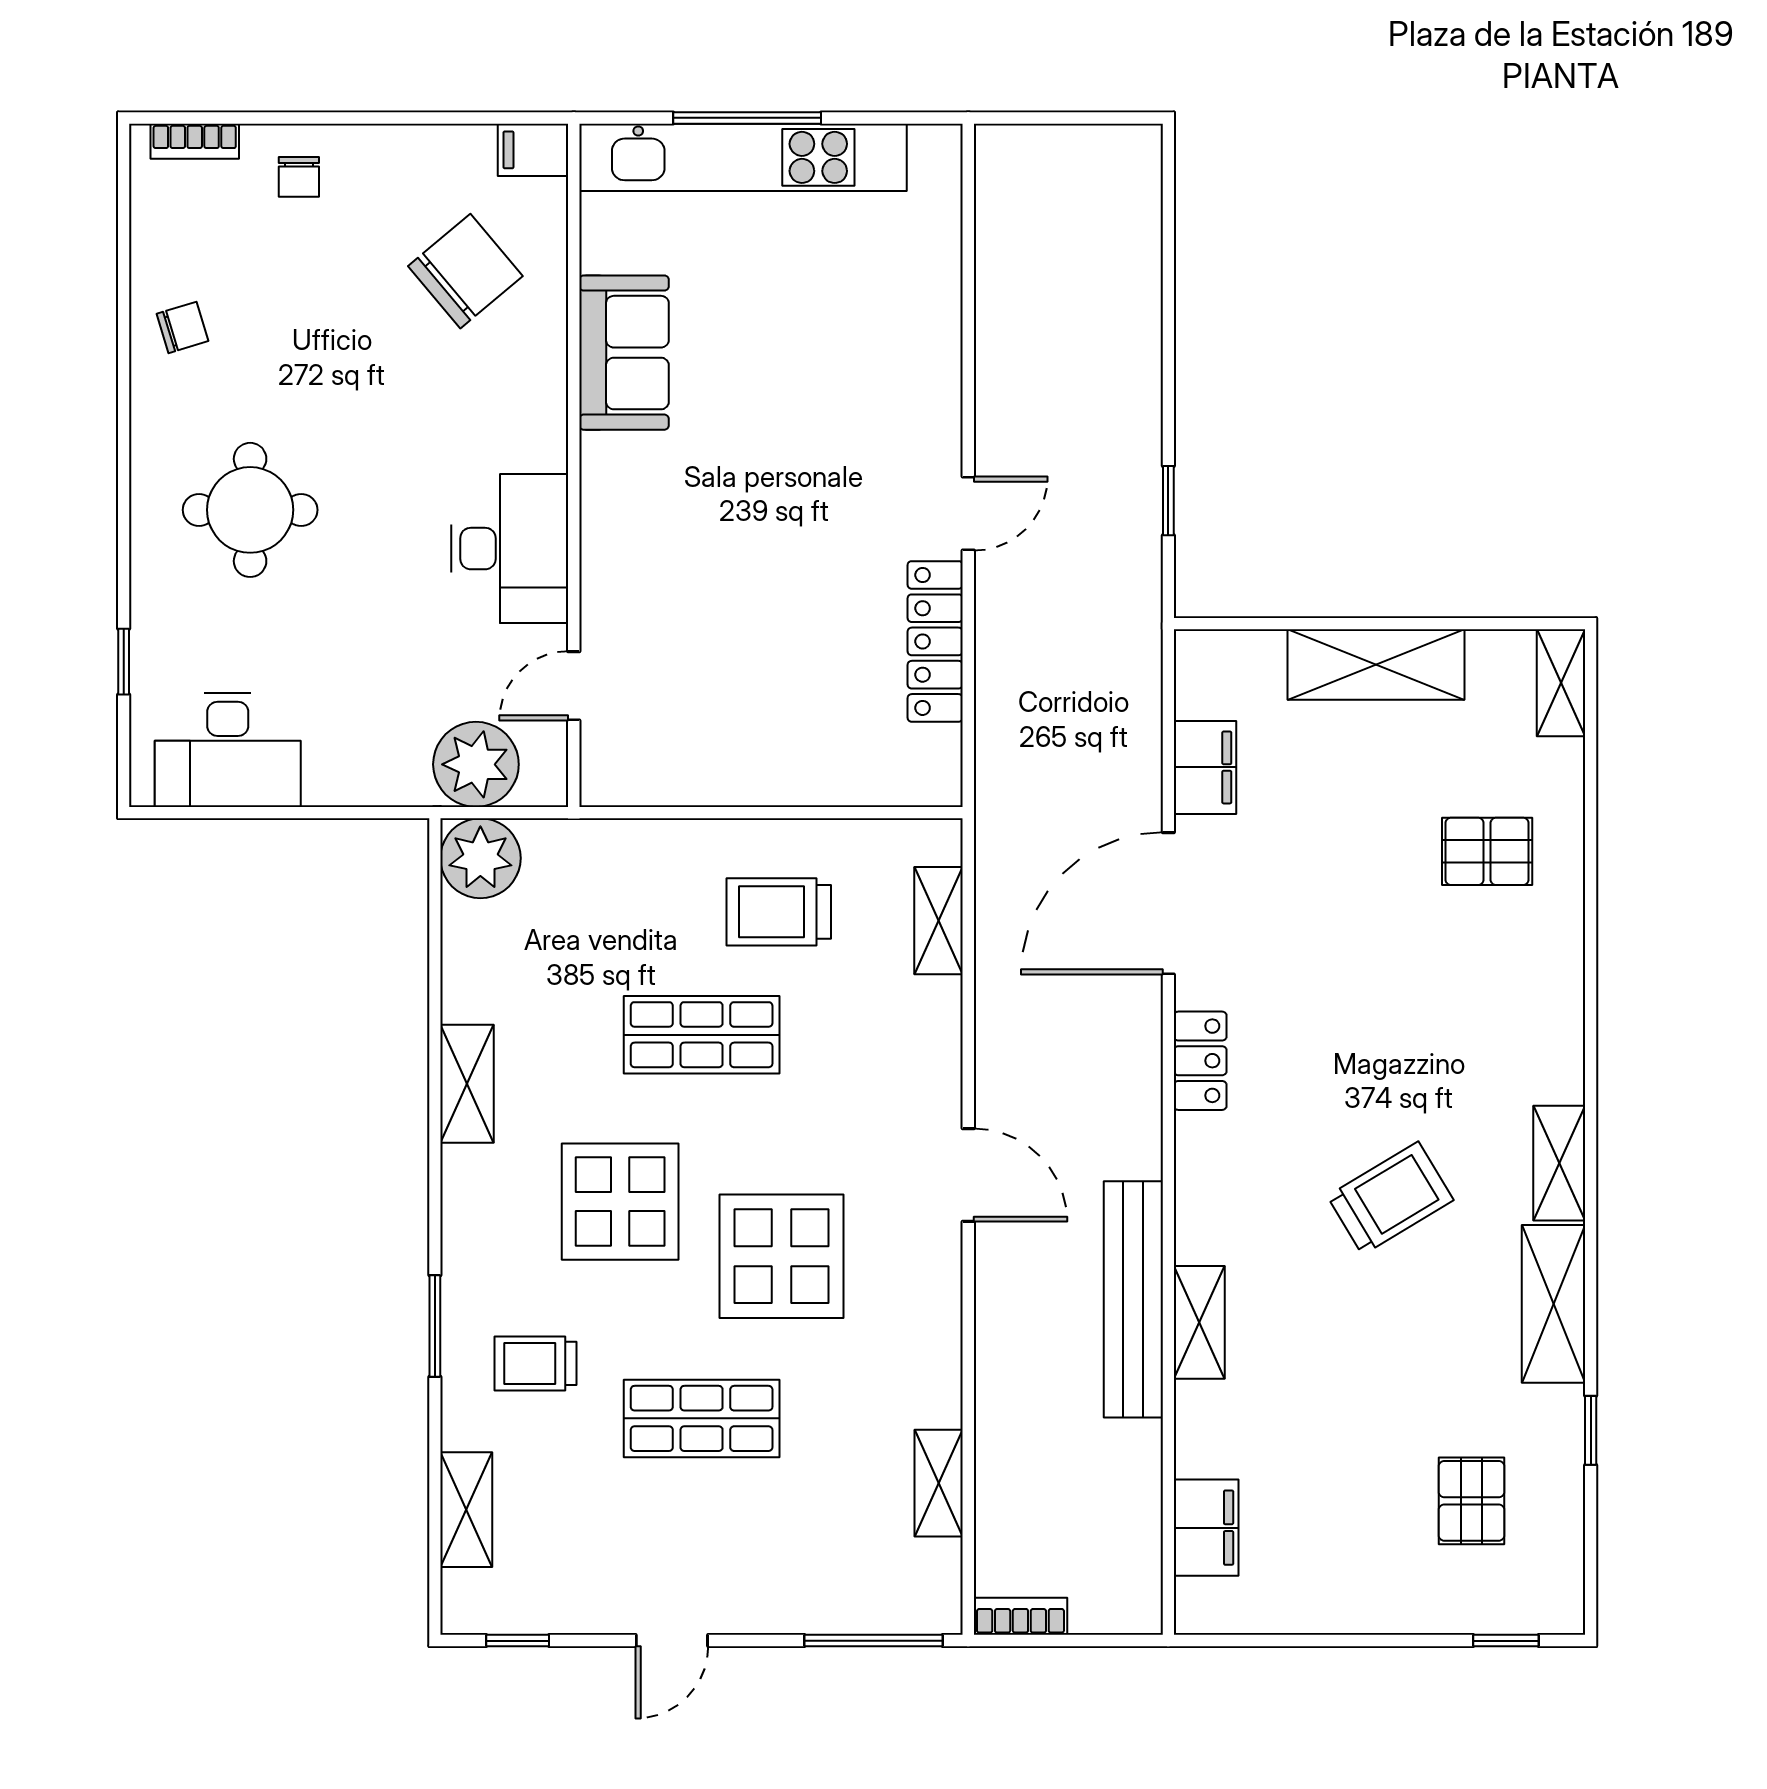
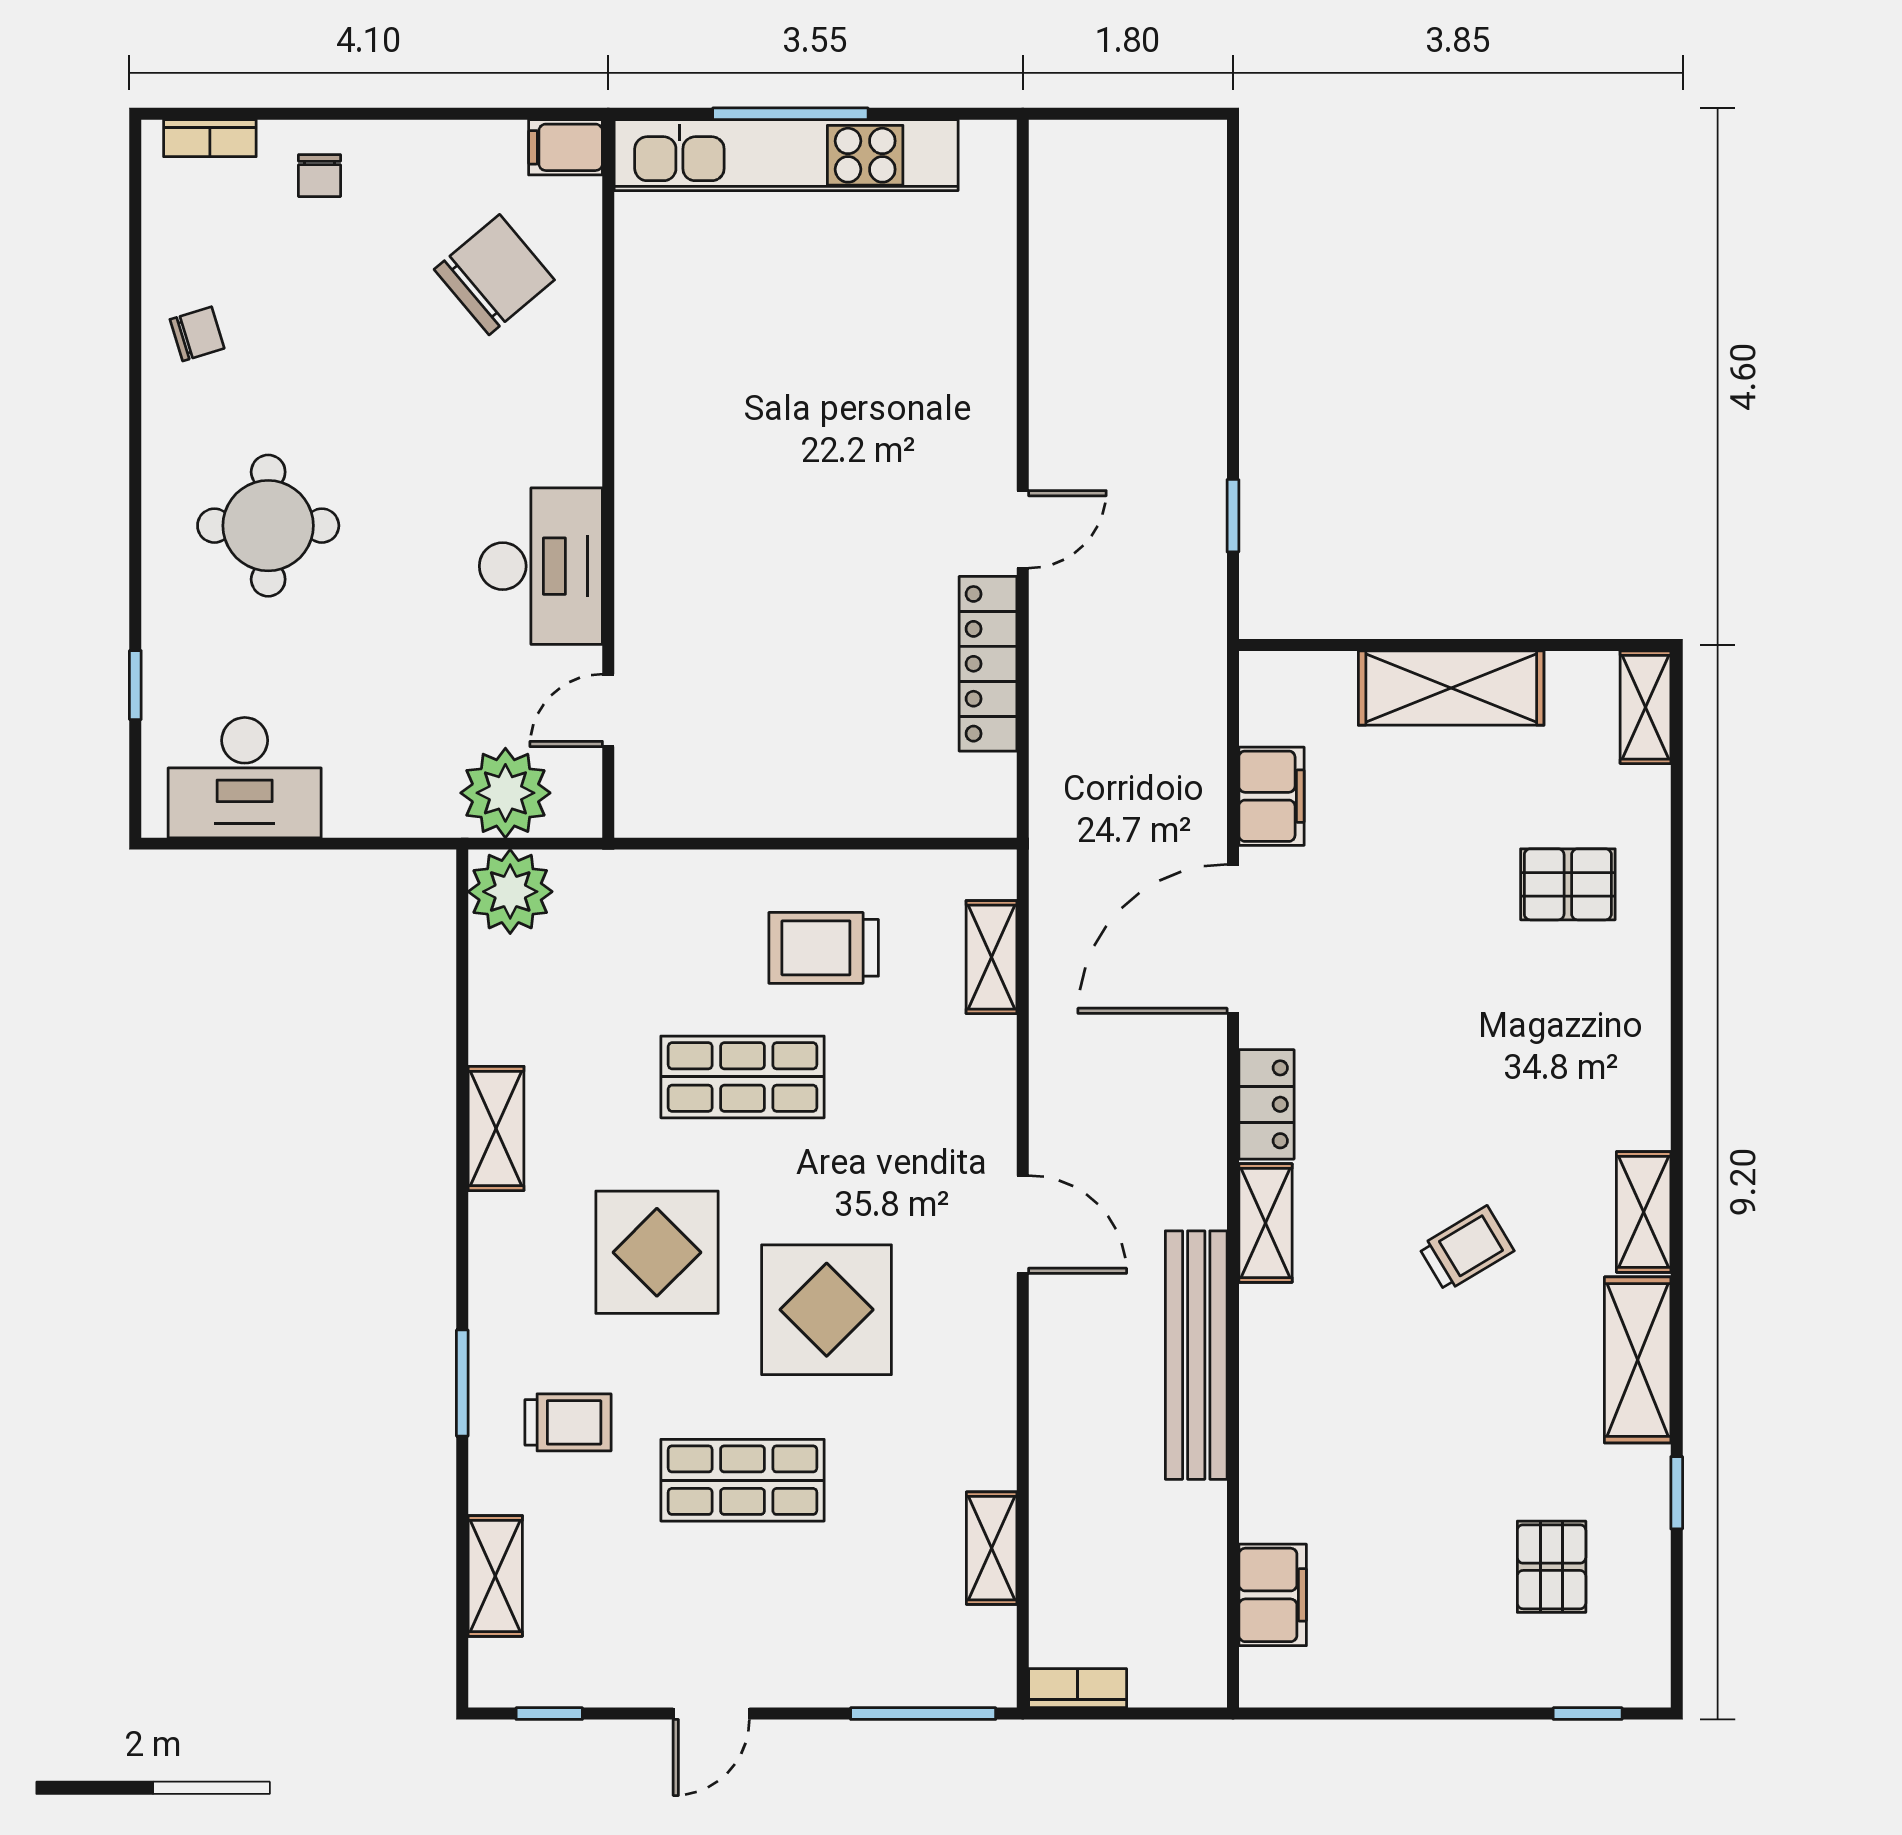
sofa: (624, 353) -> (661, 360), removed
trolley: (1390, 1198) -> (1466, 1249), width x0.73, depth x0.72
shelving: (1199, 1322) -> (1265, 1223), moved
trolley: (535, 1363) -> (568, 1422), turned 180

